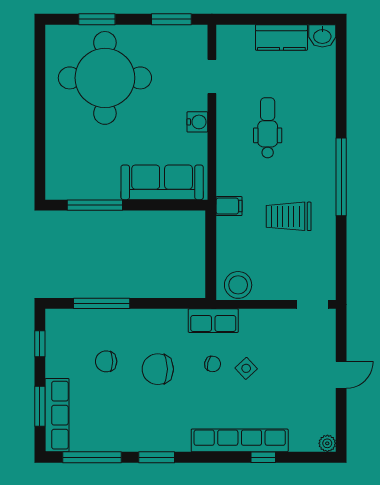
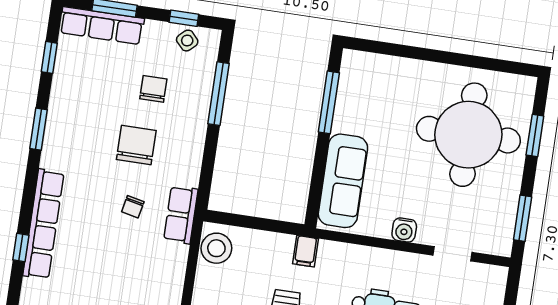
side table: (246, 368) -> (187, 41), moved
window: (92, 457) -> (49, 57), width x0.46

